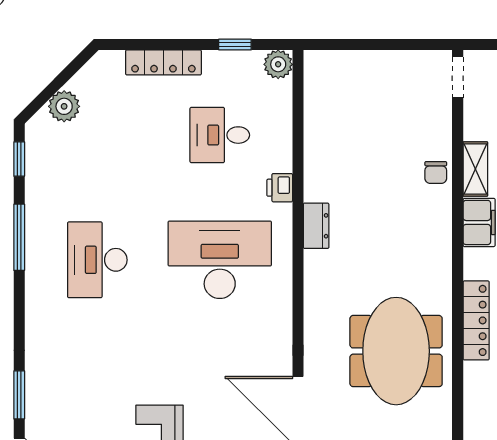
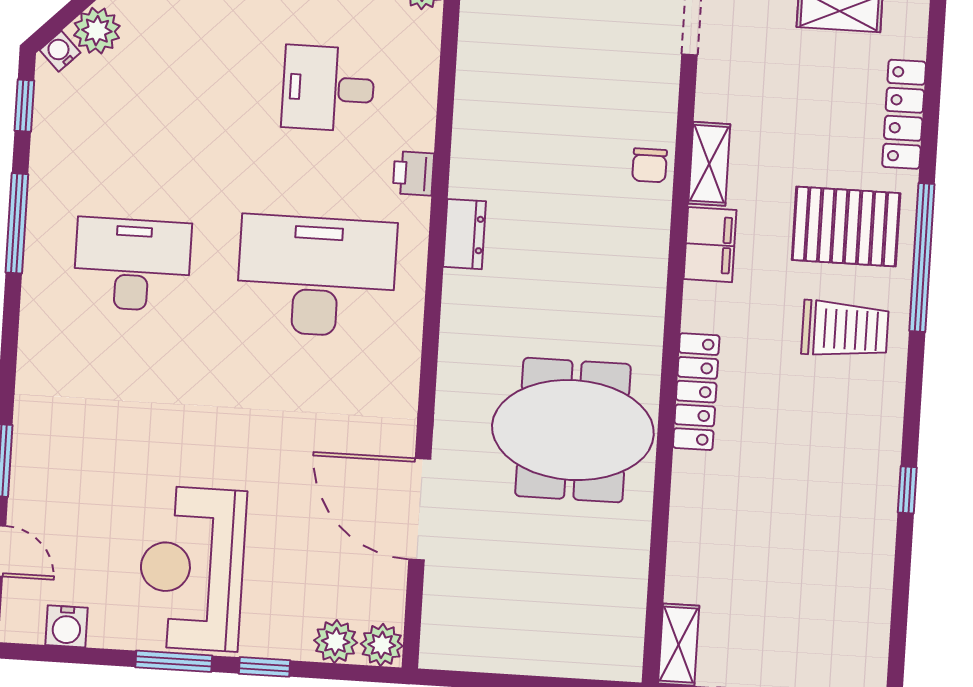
water cooler: (41, 122) -> (60, 51), added
desk: (97, 260) -> (132, 265), turned 90
meeting table: (396, 351) -> (573, 430), turned 90

